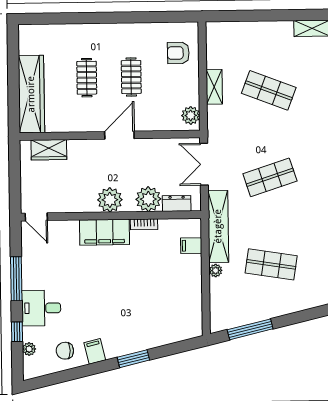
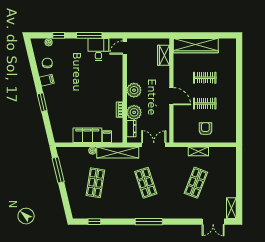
armchair: (178, 53) -> (205, 129), moved
plant: (191, 115) -> (182, 137), removed
filing cabinet: (104, 232) -> (87, 135), moved, turned 90
desk: (41, 308) -> (98, 50), moved

